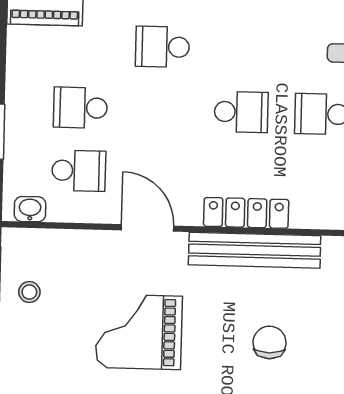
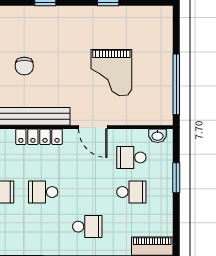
stool: (29, 292) -> (157, 90), removed
grand piano: (139, 332) -> (111, 73), moved, turned 90

